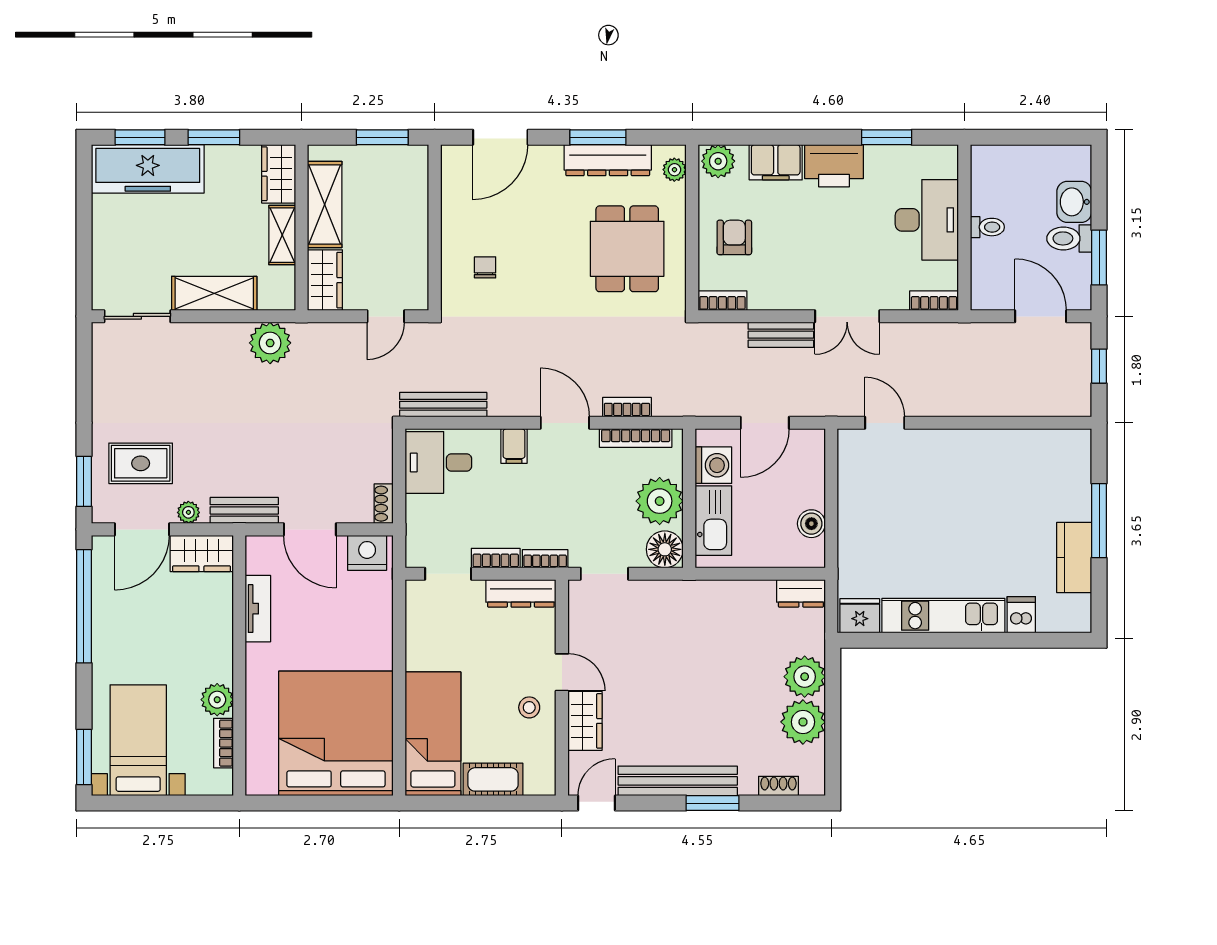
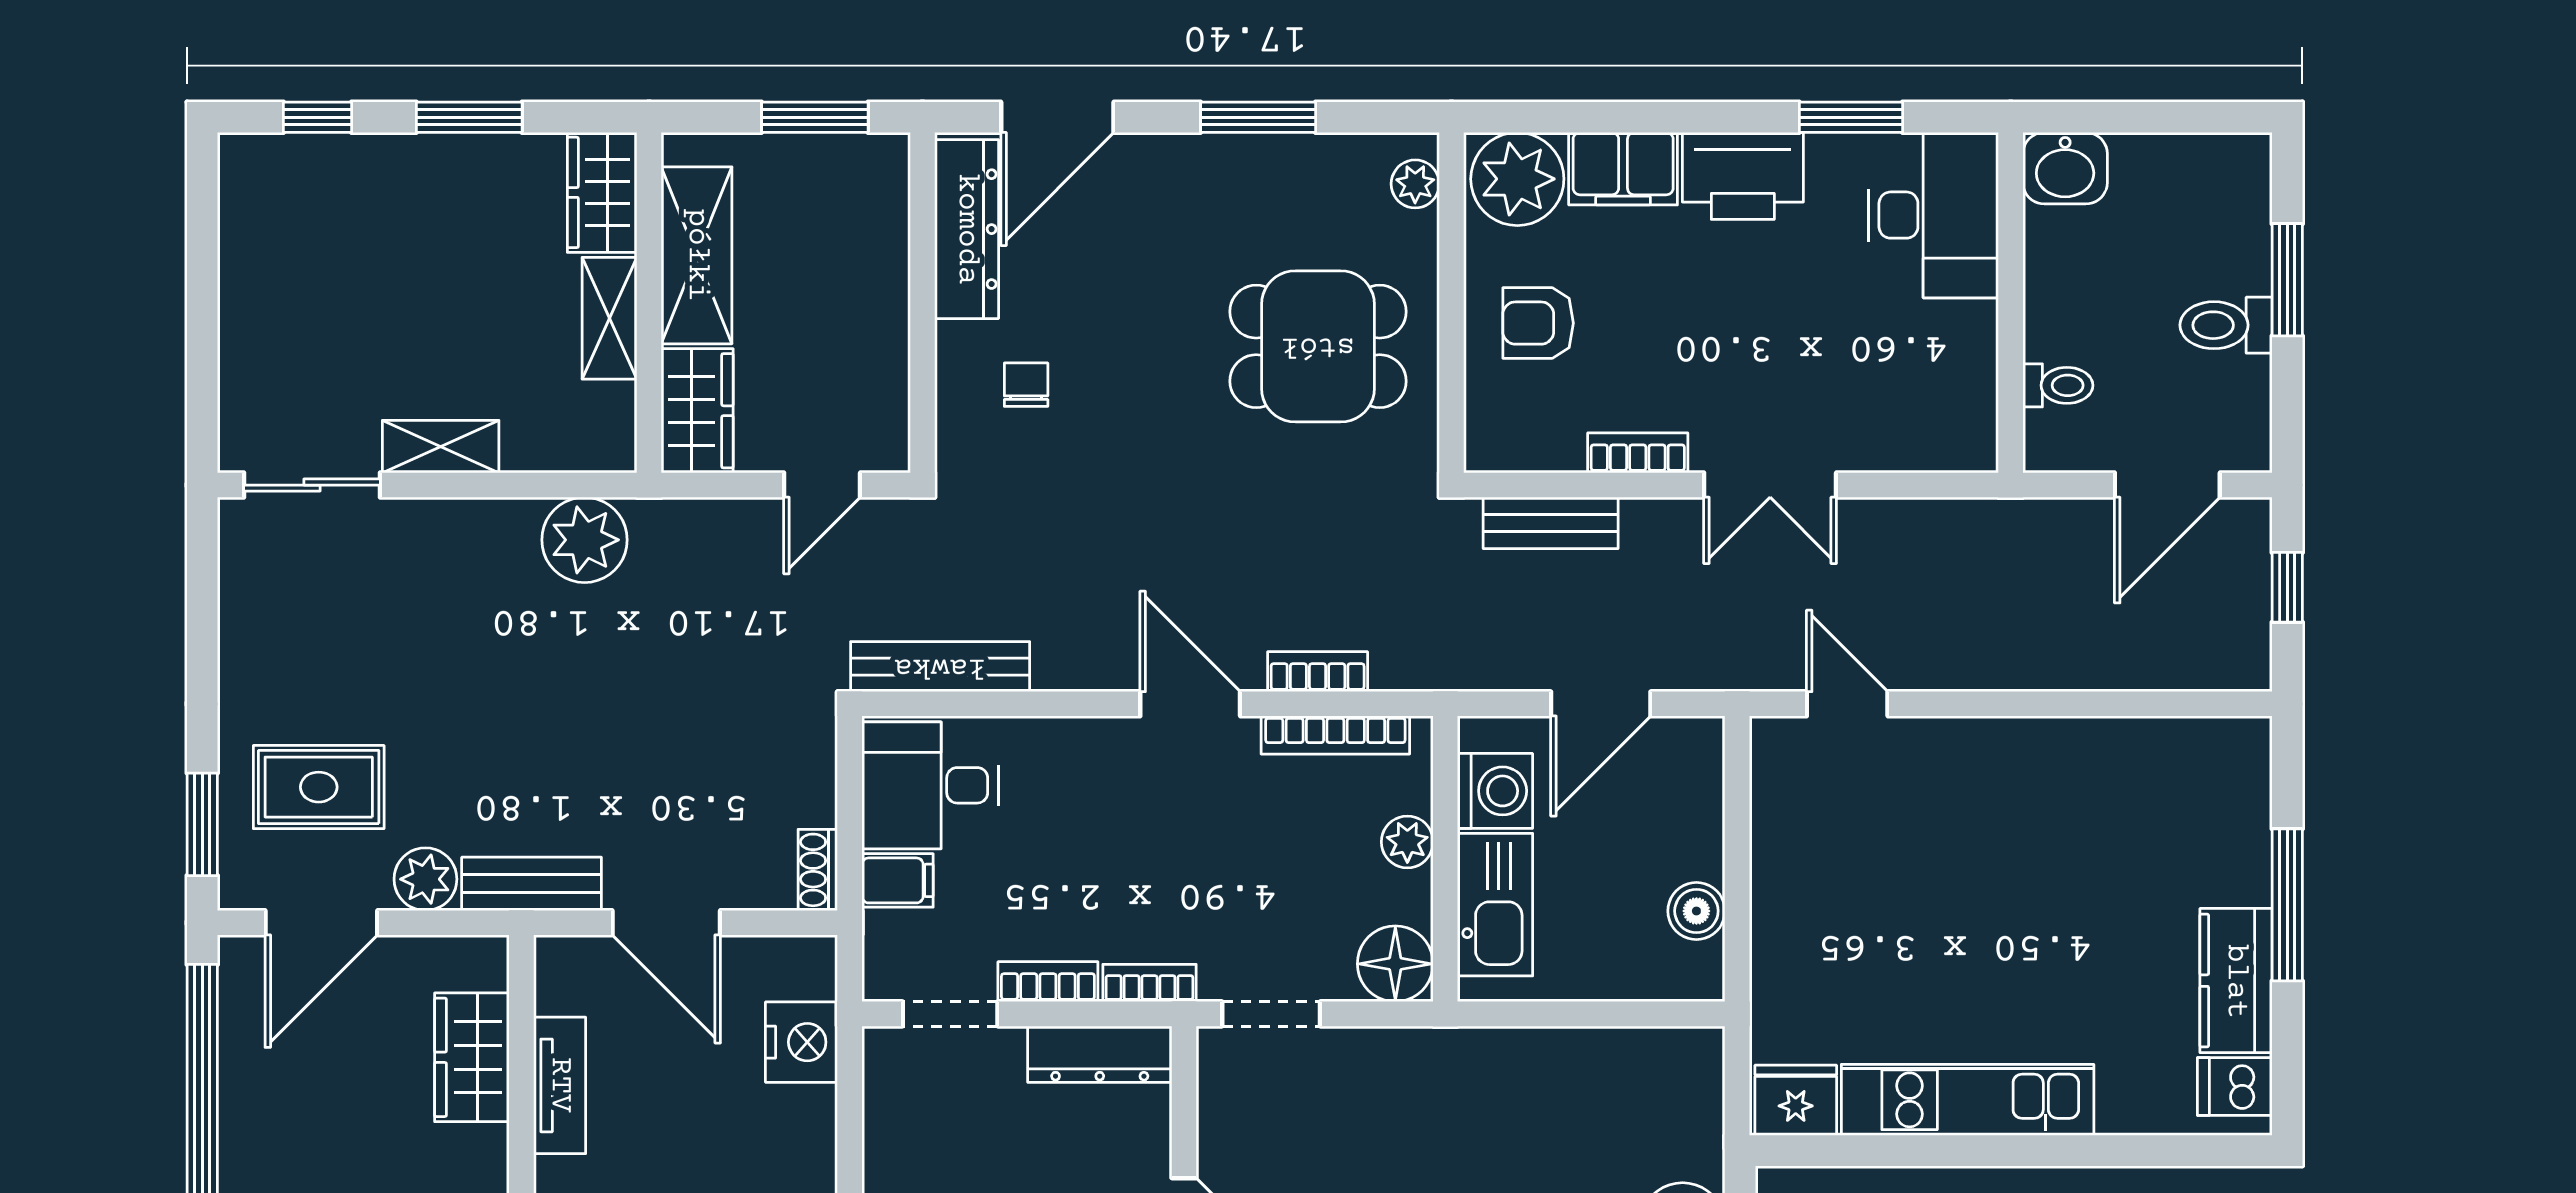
window: (140, 137) -> (318, 117), width x0.67
dresser: (608, 160) -> (967, 229), moved, turned -90
plant: (718, 161) -> (1517, 179), width x1.36, depth x1.36
freezer: (148, 169) -> (333, 182), removed
washbasin: (1074, 202) -> (2065, 168), moved, turned -90
desk: (927, 220) -> (1934, 215), moved
toilet: (987, 227) -> (2058, 385), moved
armchair: (734, 237) -> (1538, 323), turned -90
dining table: (627, 249) -> (1318, 346), turned 90
window: (1099, 257) -> (2287, 280), moved
shelving: (214, 293) -> (441, 447), width x0.67, depth x0.75
bookcase: (722, 301) -> (1638, 453), moved
bookcase: (934, 301) -> (1948, 453), removed
door: (1041, 316) -> (2167, 485), swing flipped
bench: (781, 335) -> (1551, 523), moved
filing cabinet: (514, 446) -> (897, 880), moved, turned -90
plant: (660, 501) -> (1407, 842), width x0.53, depth x0.53
plant: (188, 512) -> (425, 879), width x1.38, depth x1.38
wardrobe: (201, 553) -> (472, 1057), moved, turned 90
nightstand: (367, 553) -> (801, 1042), moved, turned 90
dresser: (801, 593) -> (1675, 1054), removed
dishwasher: (1021, 615) -> (2235, 1086), moved, turned -90

